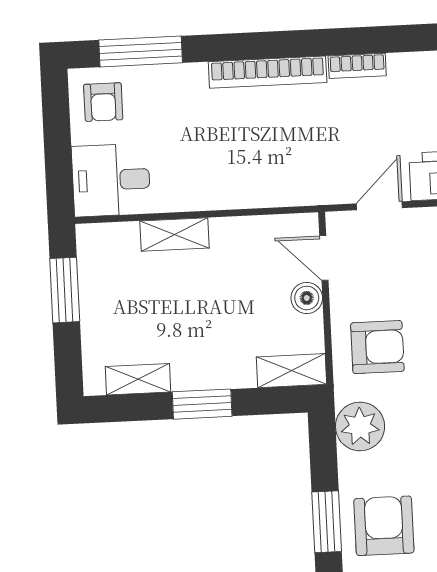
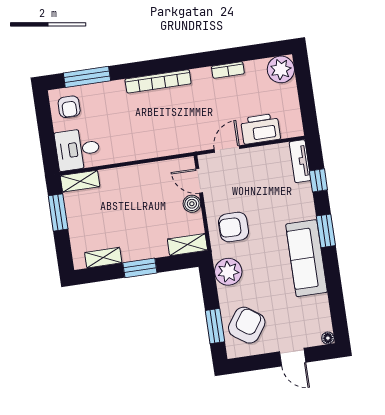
bookcase: (357, 66) -> (228, 70), moved
shelving: (174, 234) -> (80, 181), moved
armchair: (377, 347) -> (233, 227), turned 180
armchair: (384, 526) -> (247, 325), turned 35

